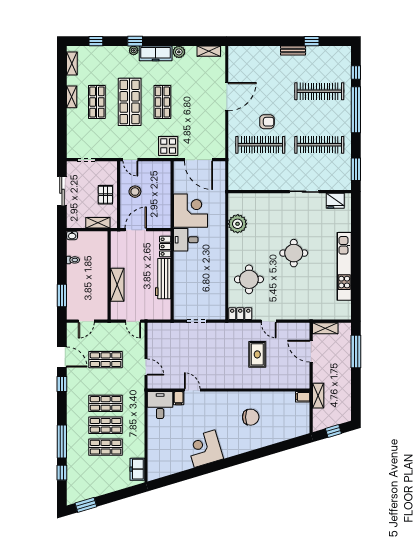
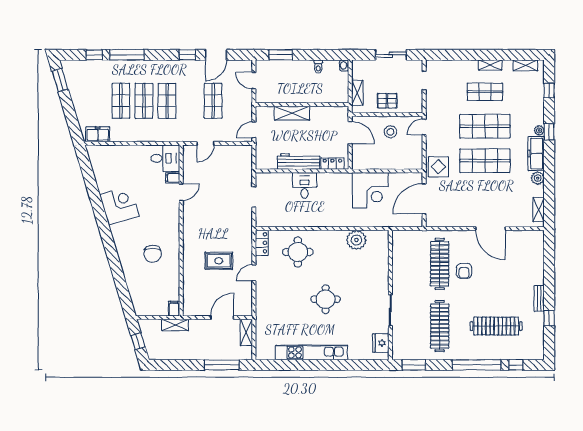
clothes rail: (319, 91) -> (496, 326), turned 90
shop shelf: (162, 102) -> (485, 161), width x1.43, depth x1.36
desk: (186, 240) -> (305, 185), moved

